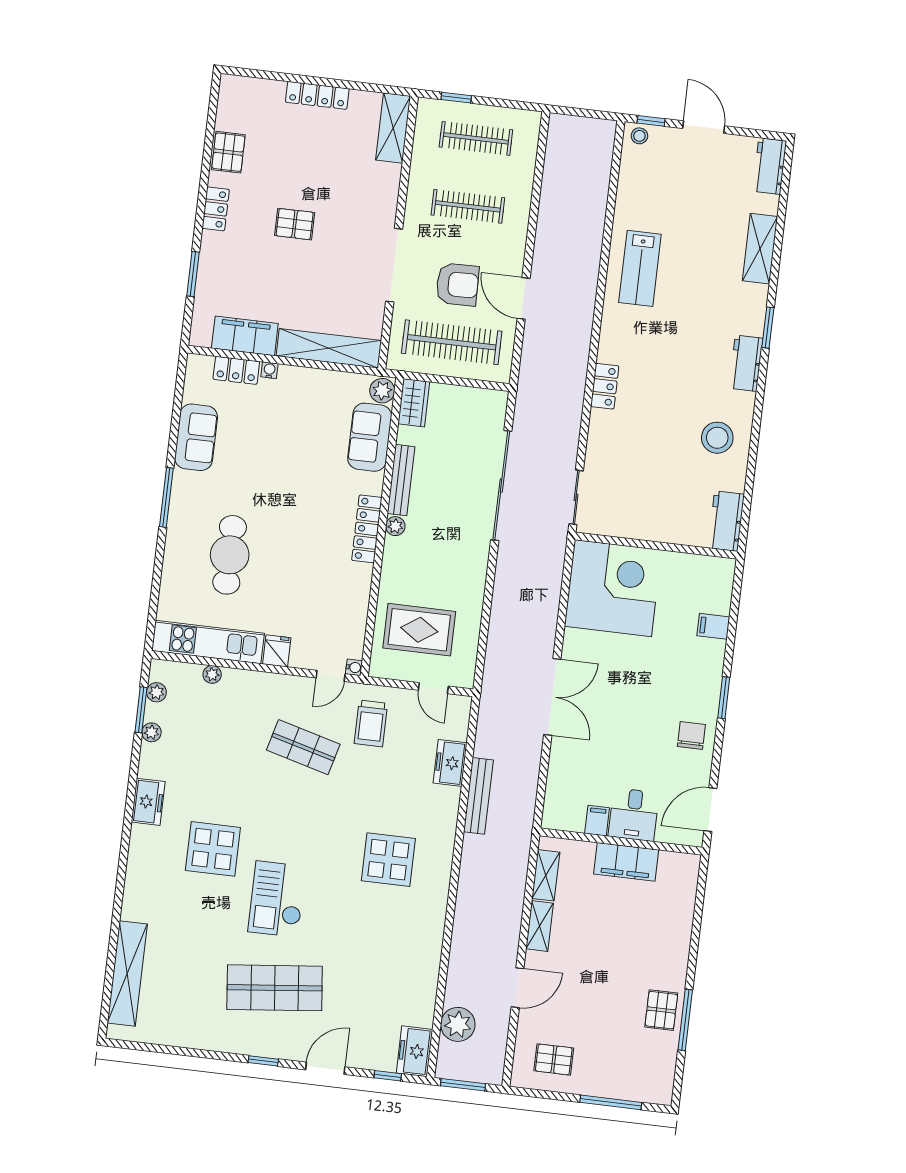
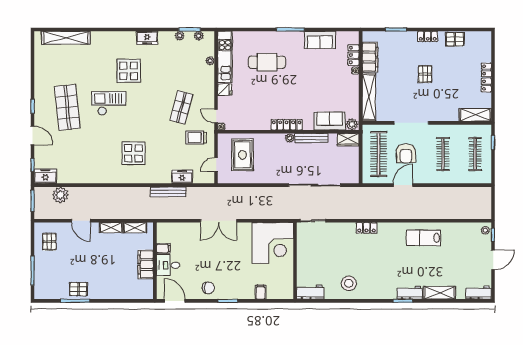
workbench: (746, 363) -> (410, 293), moved

